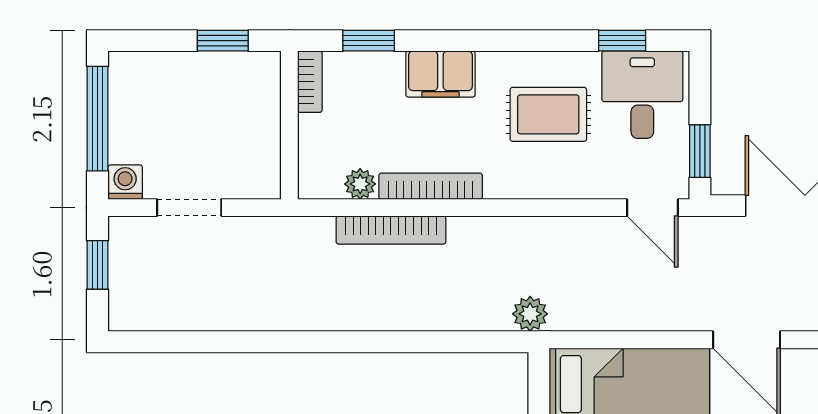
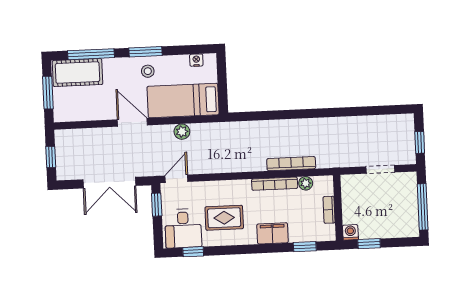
bookcase: (310, 82) -> (329, 210), moved
washing machine: (125, 182) -> (350, 232), moved, turned 180
door: (652, 208) -> (176, 179), hinge flipped
plant: (530, 314) -> (182, 132), moved

